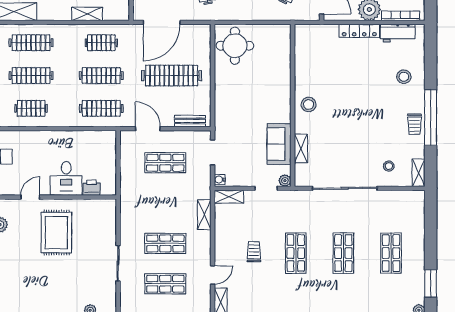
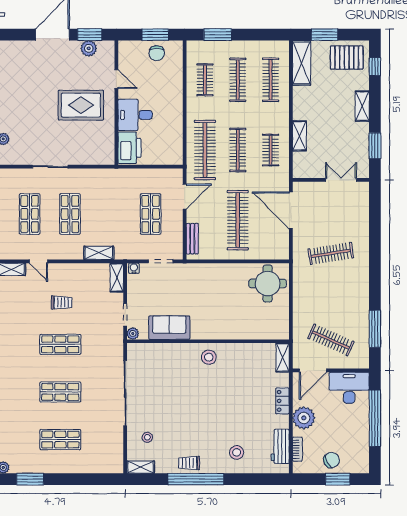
bookcase: (401, 16) -> (297, 449), width x0.64
locker: (359, 31) -> (282, 401), width x0.66
clothes rail: (101, 108) -> (205, 150), width x1.37, depth x1.31
shelving: (301, 148) -> (283, 358), moved, turned 90
printer: (92, 188) -> (129, 148), width x1.87, depth x1.48

